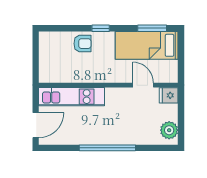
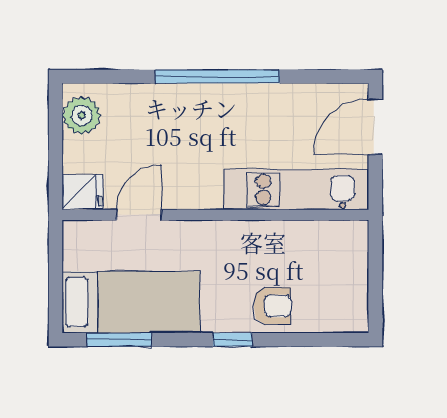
armchair: (82, 44) -> (272, 306), turned 180
door: (143, 85) -> (139, 215), swing flipped

